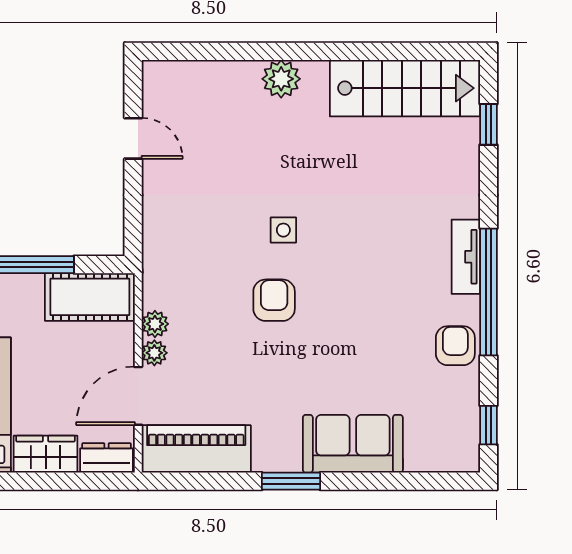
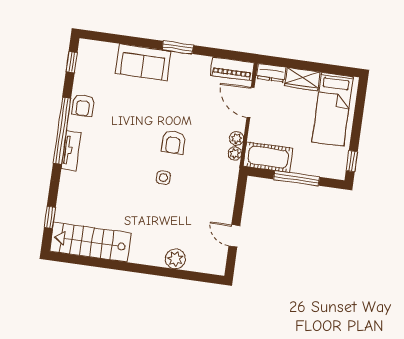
plant: (281, 79) -> (175, 259), moved
plant: (154, 353) -> (235, 153), moved
door: (138, 396) -> (250, 103), swing flipped
piano: (196, 449) -> (232, 69), width x0.73, depth x0.75

